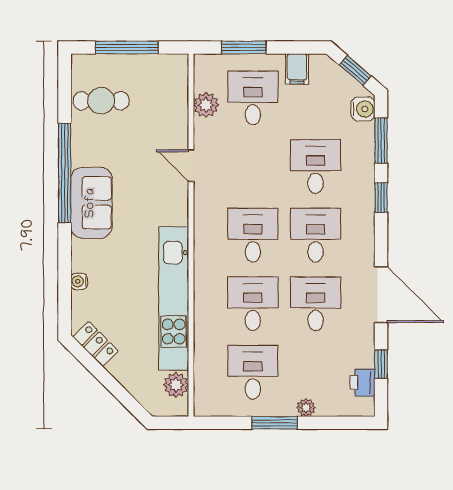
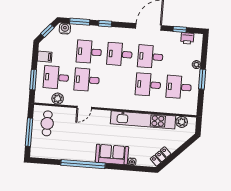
cafe table: (101, 101) -> (47, 123), moved
sofa: (91, 203) -> (112, 154), moved
desk: (253, 235) -> (87, 80), moved

